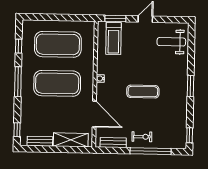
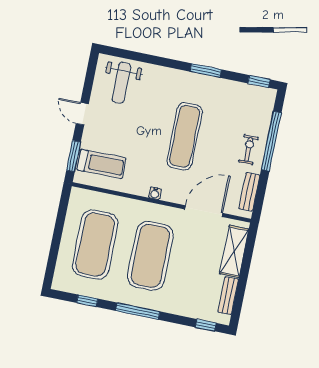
window: (191, 86) -> (206, 71), moved
exercise mat: (143, 92) -> (185, 136), width x1.36, depth x1.45

